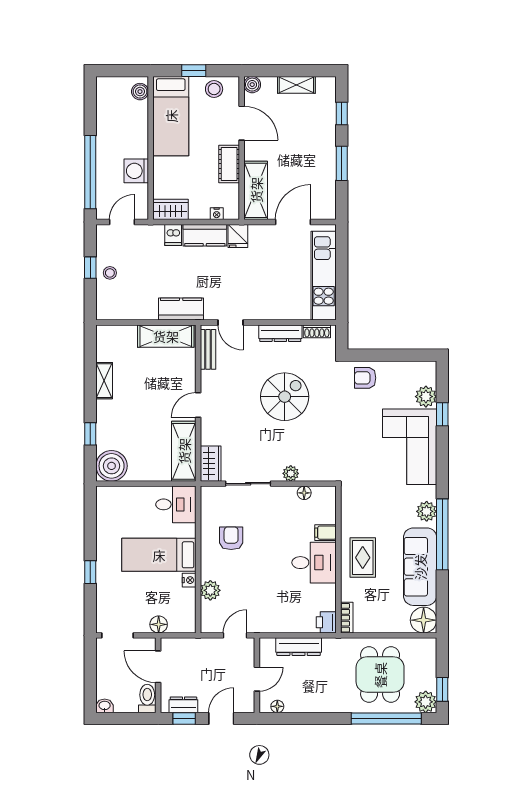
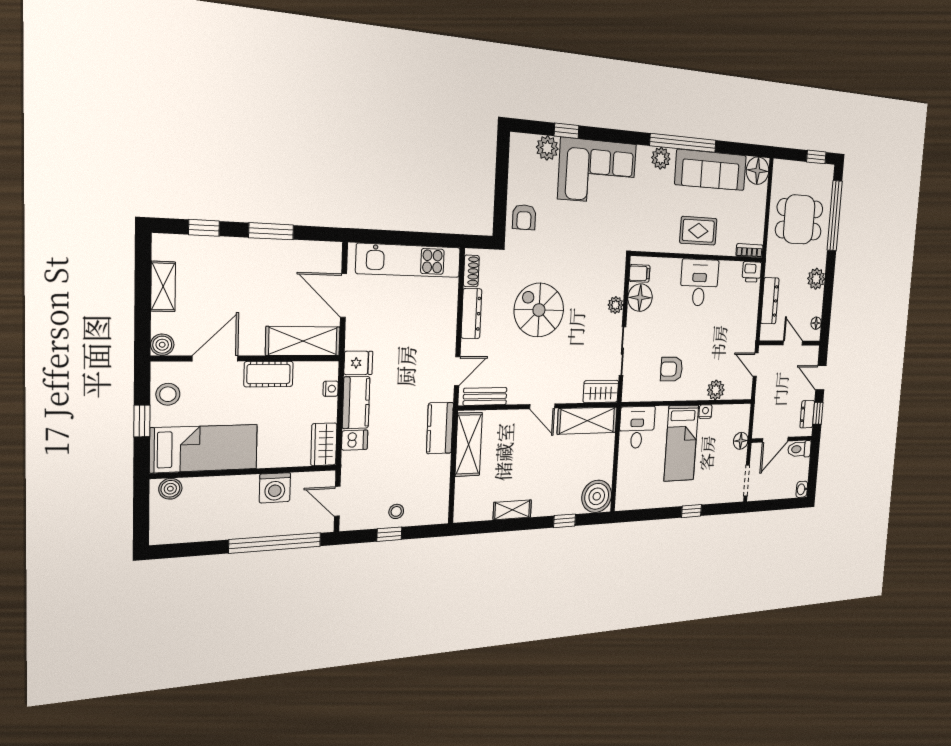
floor lamp: (304, 493) -> (640, 298), width x1.89, depth x1.89
filing cabinet: (325, 533) -> (639, 273), moved, turned -90
plant: (426, 702) -> (816, 279), moved

